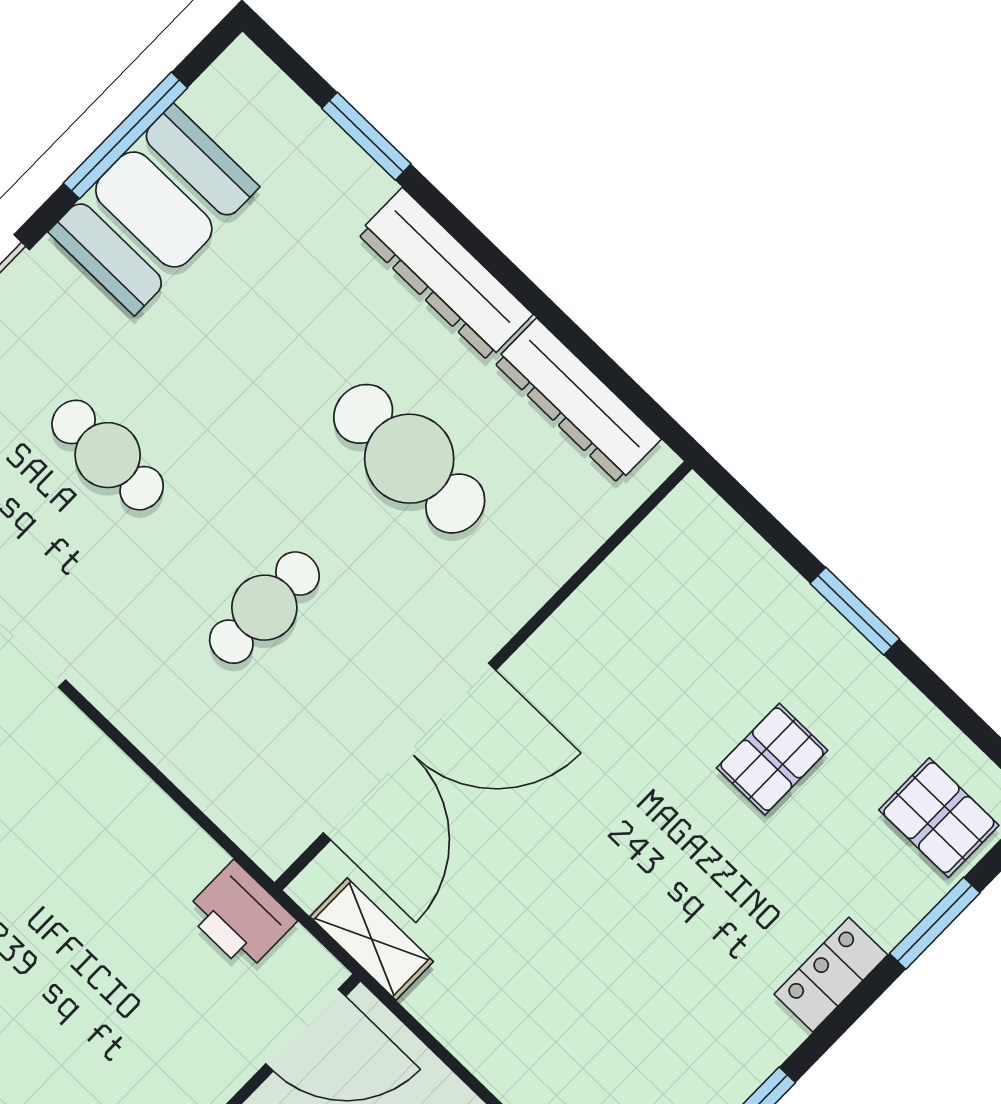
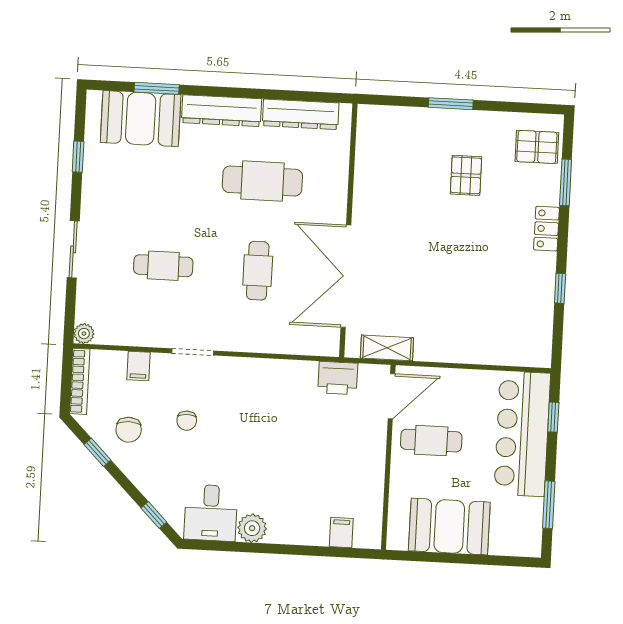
window: (125, 135) -> (78, 157), width x0.46
booth: (154, 209) -> (141, 119), moved, turned 90
double door: (410, 751) -> (346, 276), swing flipped

